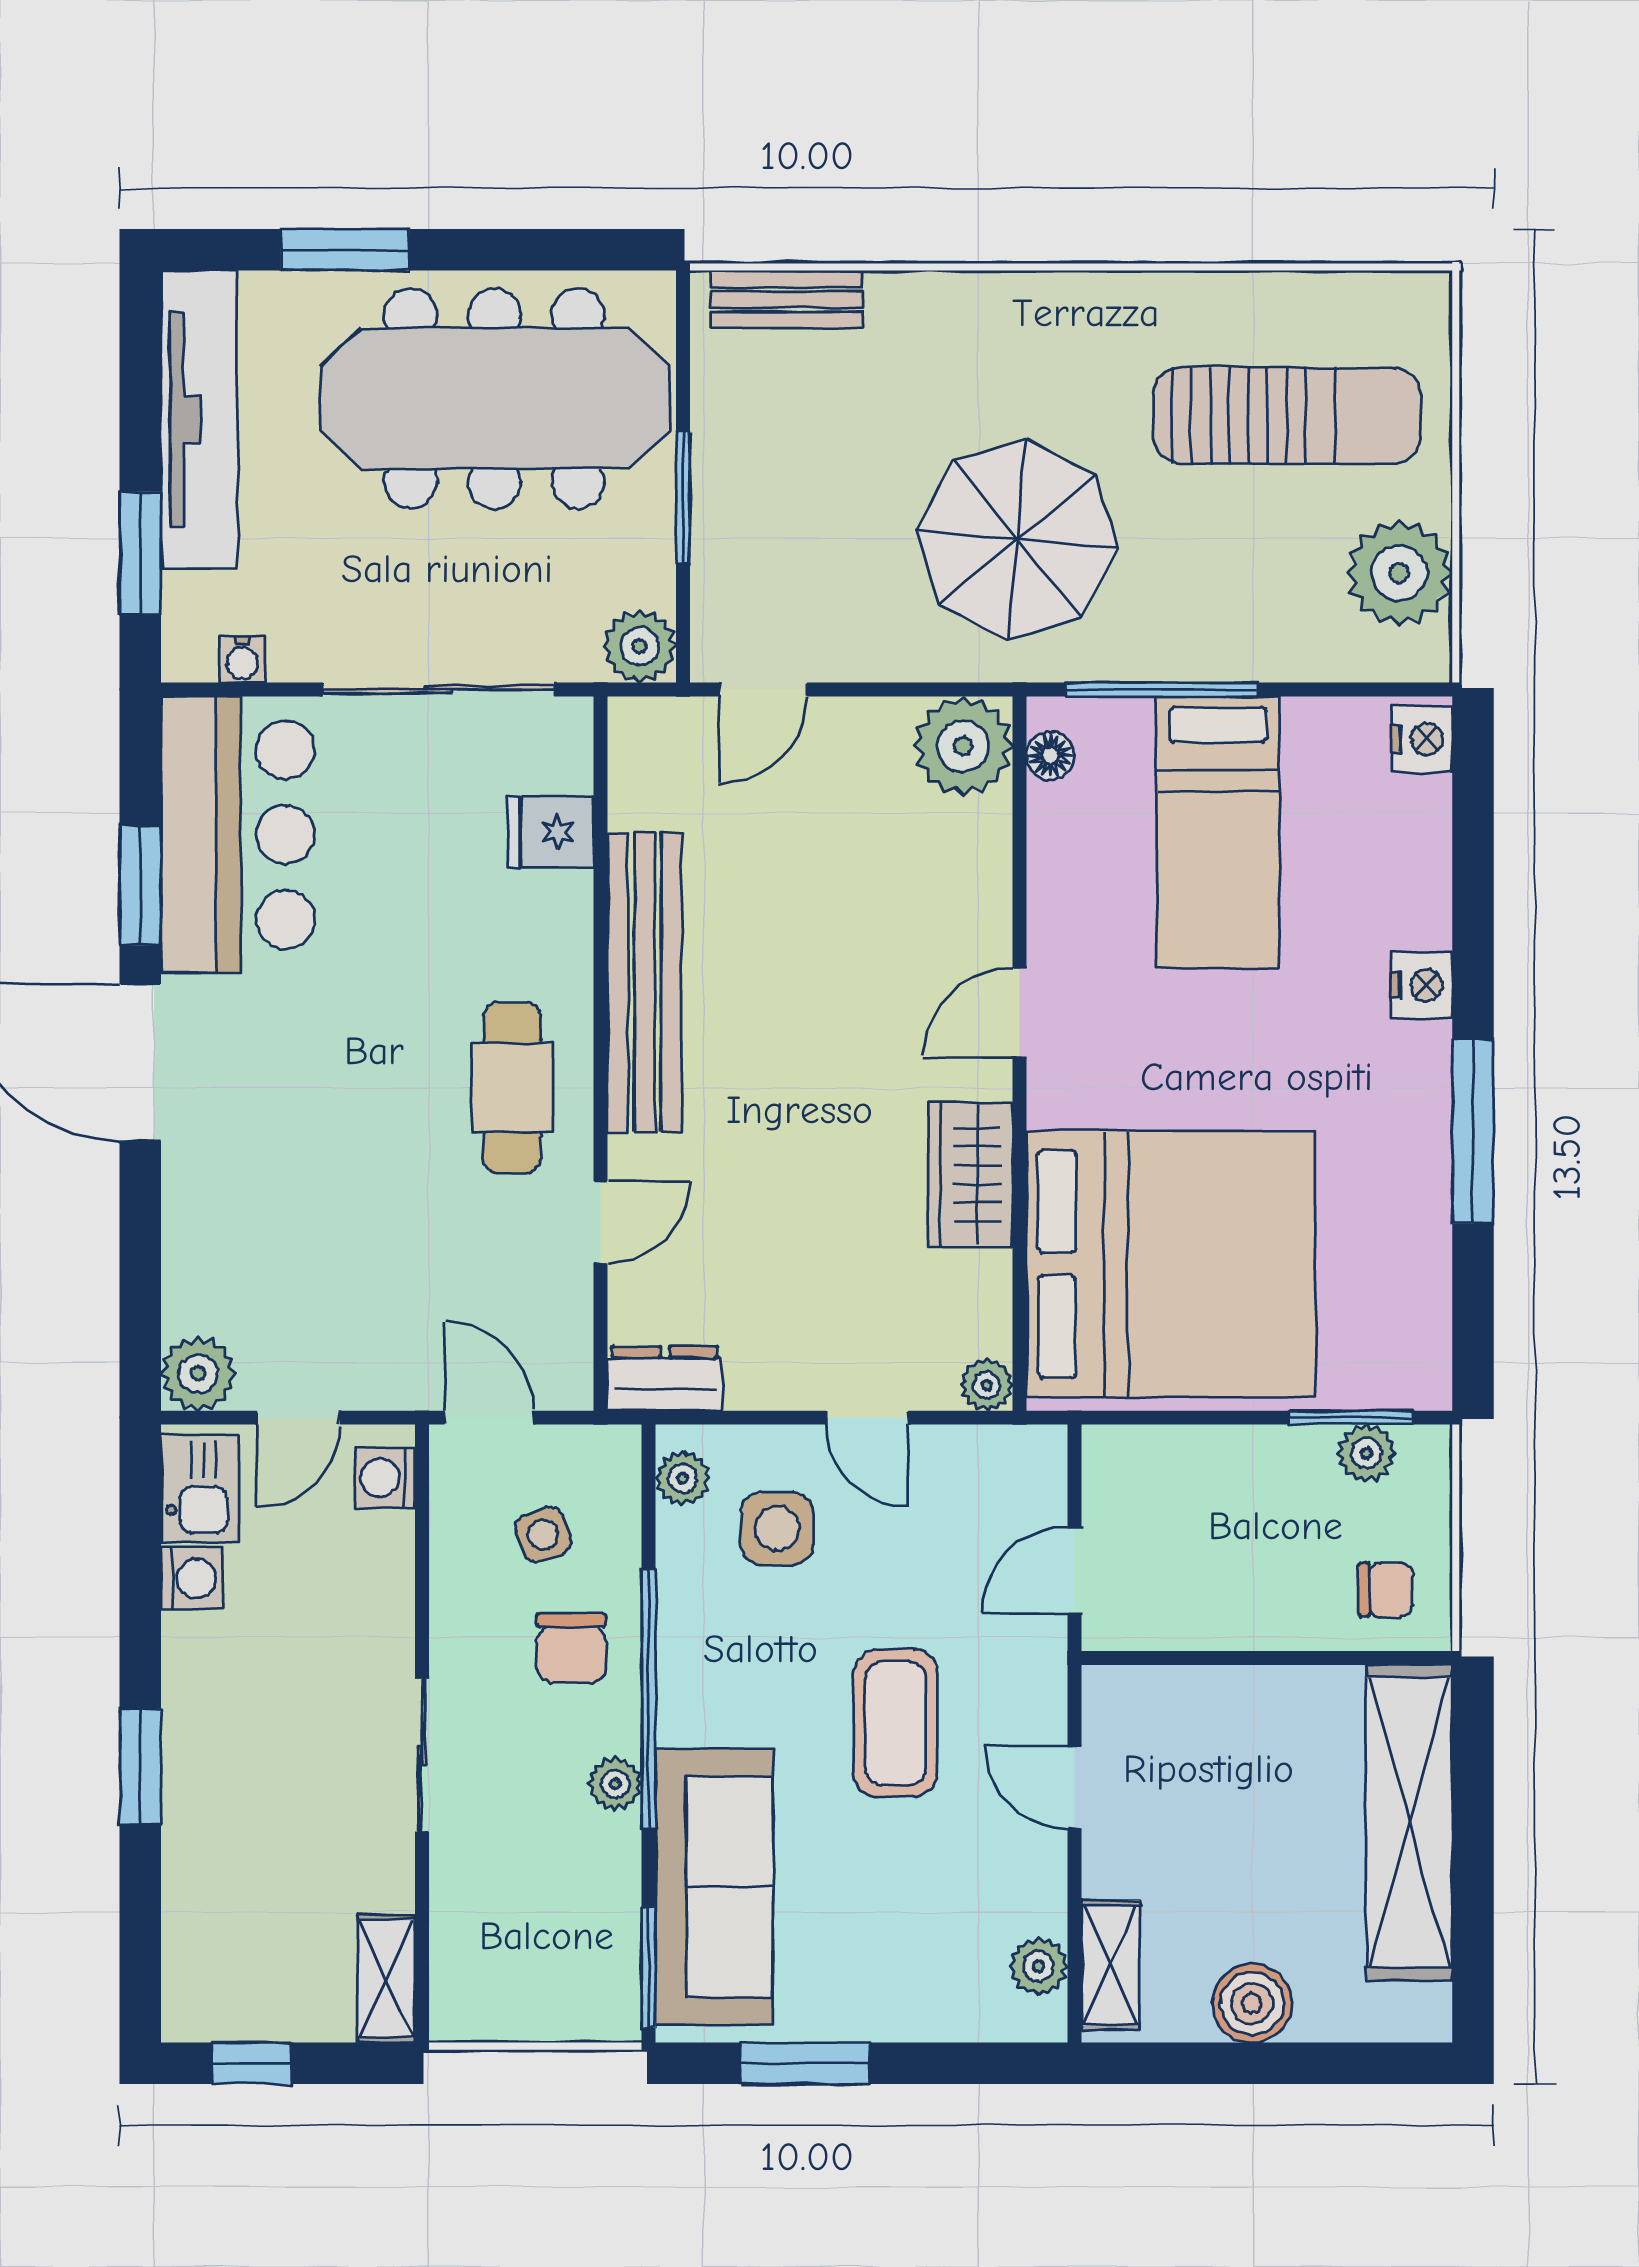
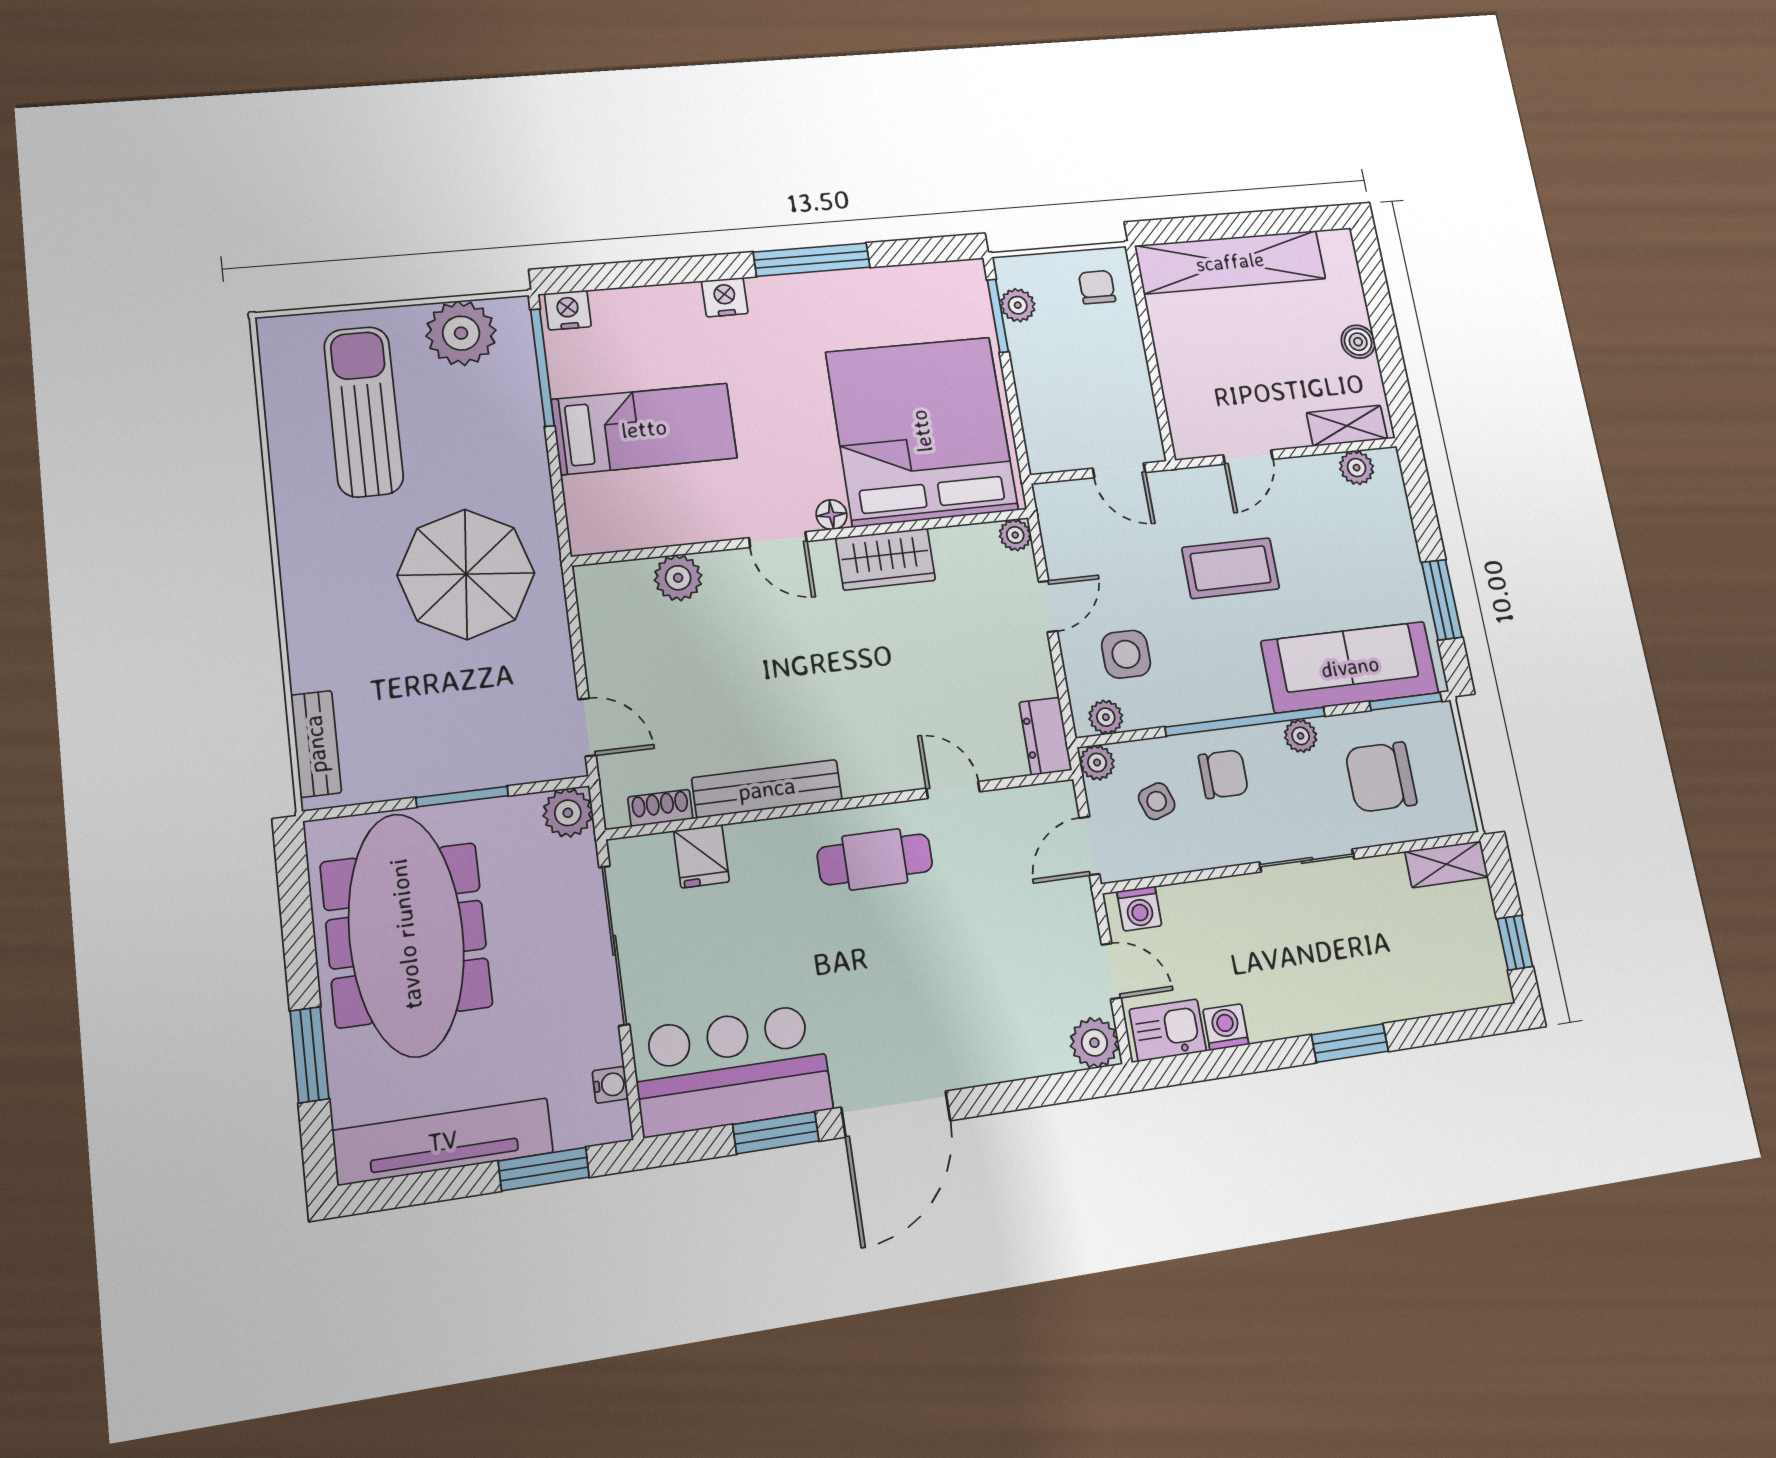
window: (1162, 689) -> (542, 367), moved
plant: (963, 746) -> (678, 578), moved, width x0.73, depth x0.73
floor lamp: (1050, 756) -> (832, 515), moved
shoe rack: (630, 781) -> (660, 808), added
bench: (645, 983) -> (767, 789), width x0.73, depth x0.82
plant: (614, 1452) -> (1097, 763), added
chair: (535, 1901) -> (1381, 777), added
boiler: (1252, 2003) -> (1358, 342), width x0.73, depth x0.73

